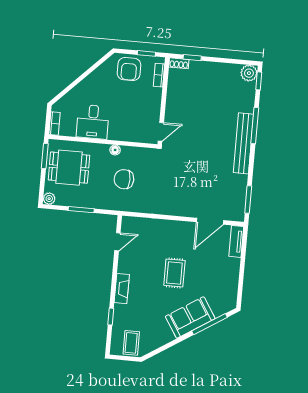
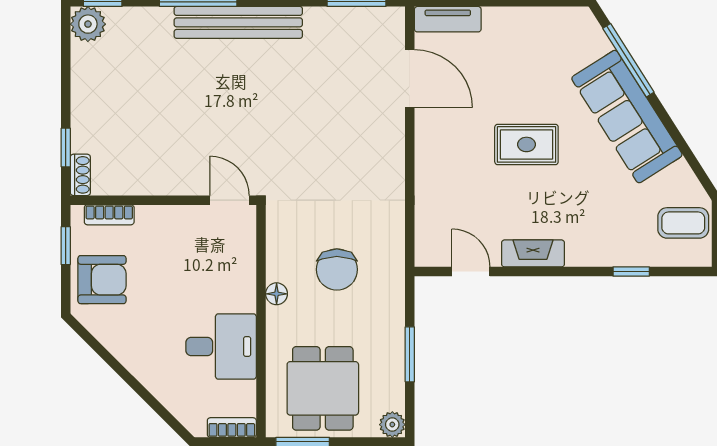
fireplace: (122, 289) -> (533, 253), moved
sofa: (190, 317) -> (627, 117), width x1.36

